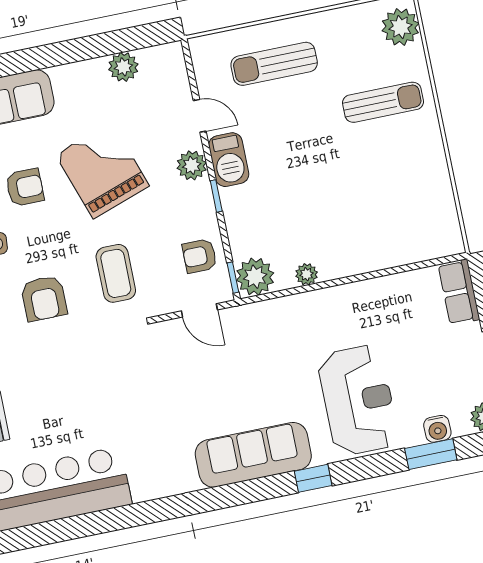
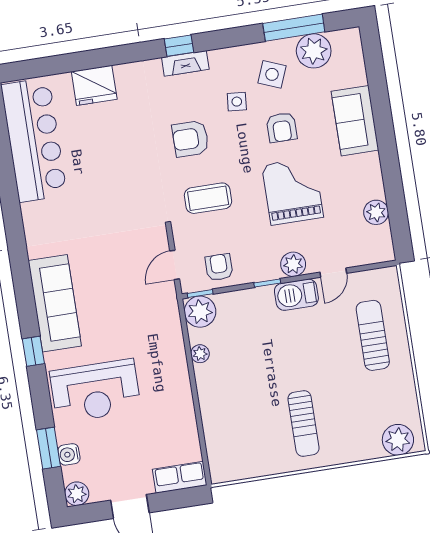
sun lounger: (383, 102) -> (304, 423), moved
grand piano: (102, 170) -> (293, 191), turned -71

